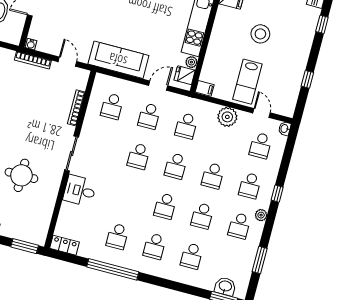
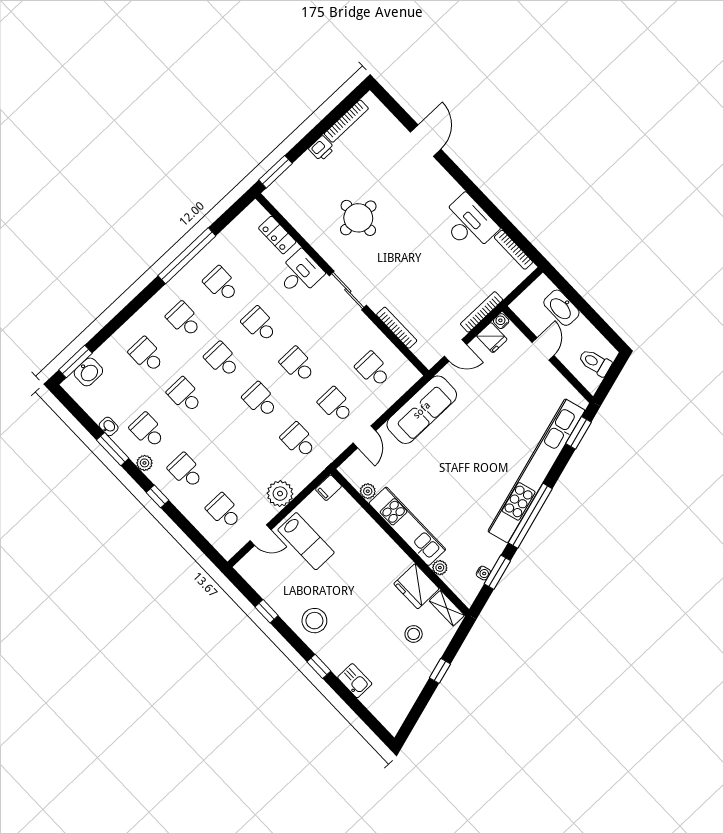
stool: (260, 34) -> (314, 621), moved
fridge: (185, 75) -> (492, 338), moved, turned 90
lab bench: (247, 82) -> (306, 541), turned 180
washbasin: (285, 129) -> (109, 426), moved
school desk: (213, 176) -> (260, 325), moved
locker: (64, 245) -> (277, 235), moved, turned 90
window: (260, 260) -> (113, 449), moved

